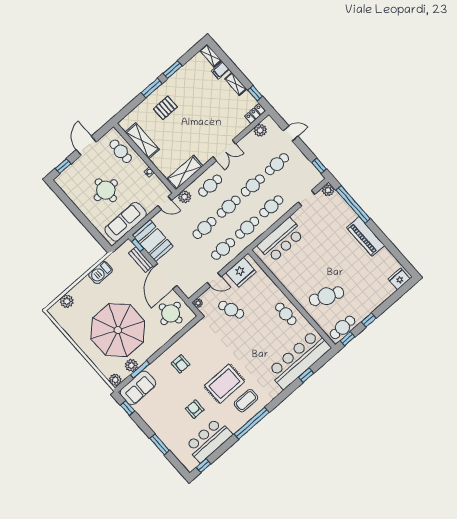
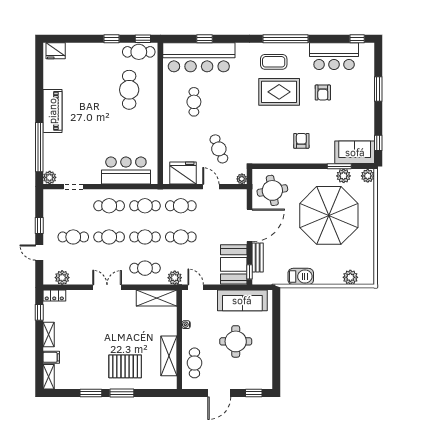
pallet: (165, 108) -> (125, 366), width x1.50, depth x1.42
window: (319, 166) -> (39, 226), moved
cafe table: (327, 296) -> (129, 90), turned 66
cafe table: (286, 314) -> (194, 102), moved

